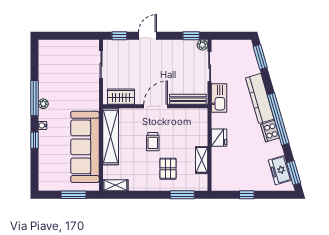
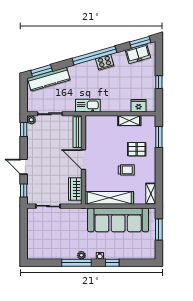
kitchen sink: (219, 98) -> (88, 106), moved
kitchen counter: (260, 98) -> (49, 79), moved
fridge: (219, 138) -> (139, 106), moved
trolley: (153, 142) -> (126, 170), moved

